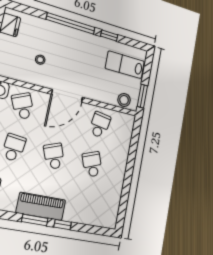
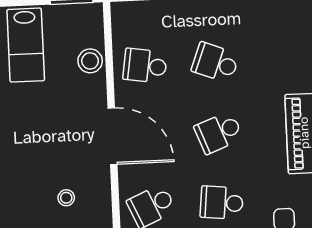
stool: (124, 100) -> (90, 61), moved
school desk: (92, 164) -> (215, 63), turned 42

